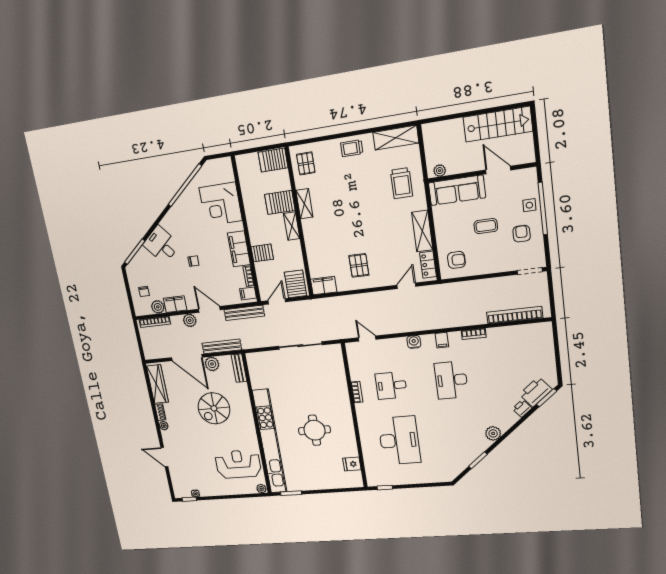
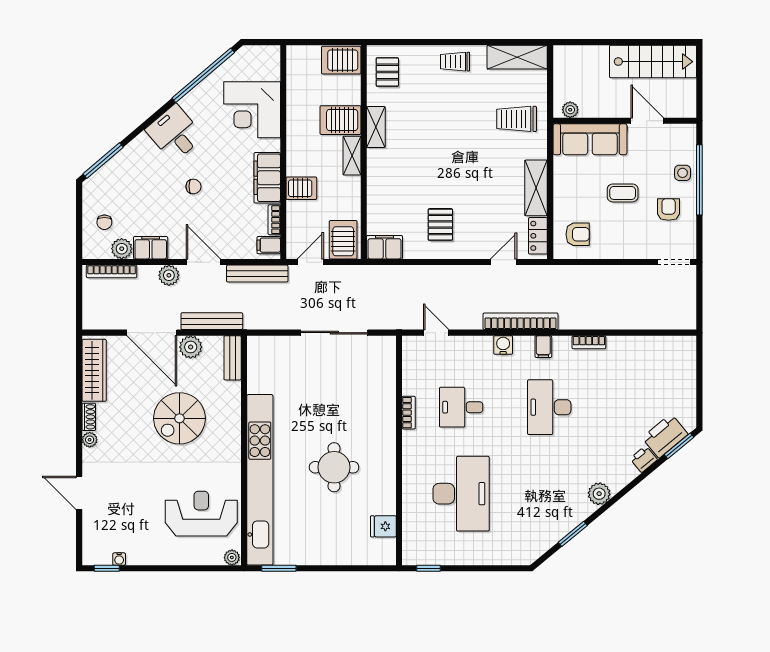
trolley: (401, 183) -> (517, 119), turned 90
desk: (161, 245) -> (175, 133), moved
bookcase: (515, 315) -> (521, 321), moved

